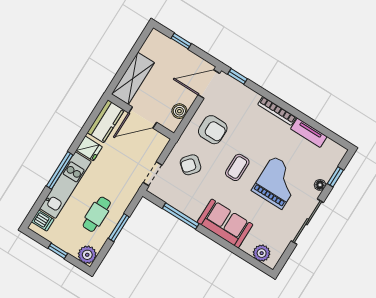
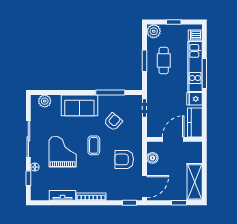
shelving: (133, 78) -> (195, 182), moved
armchair: (191, 165) -> (113, 122), moved
grand piano: (277, 183) -> (63, 152), turned 180

